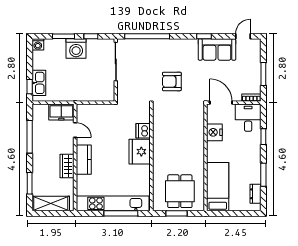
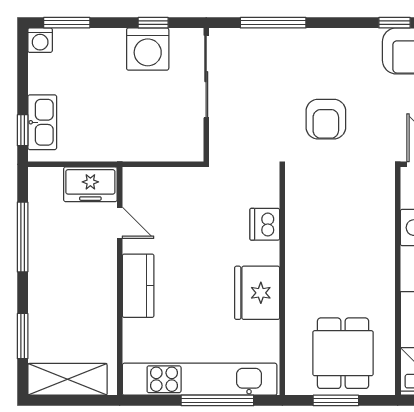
window: (63, 36) -> (67, 23), moved
window: (147, 36) -> (273, 23), width x0.68
washing machine: (76, 49) -> (148, 49), moved
armchair: (172, 81) -> (326, 119), turned -90
fridge: (140, 152) -> (257, 293), moved
wardrobe: (67, 166) -> (102, 300), removed

